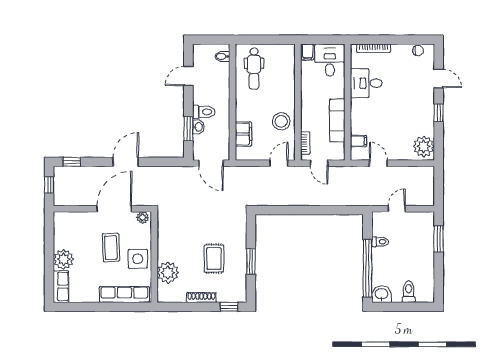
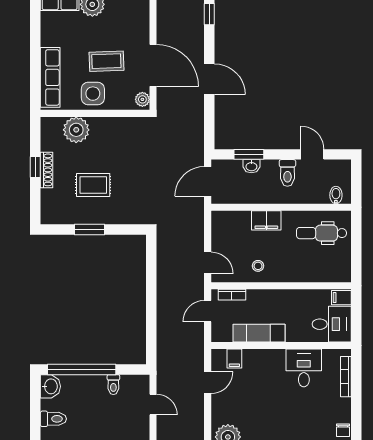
toilet: (204, 112) -> (287, 173), moved
stool: (281, 121) -> (258, 266), width x0.53, depth x0.53
filing cabinet: (243, 134) -> (266, 220), moved
window: (229, 307) -> (35, 167), moved

